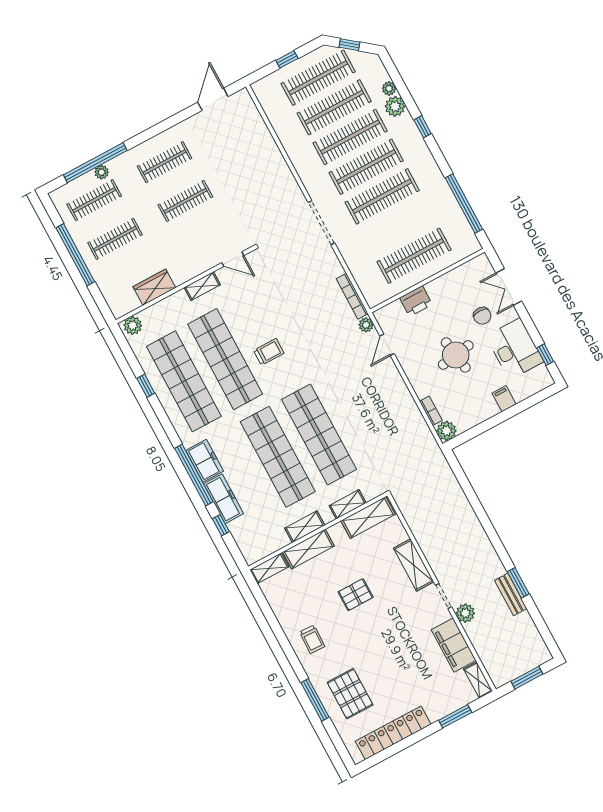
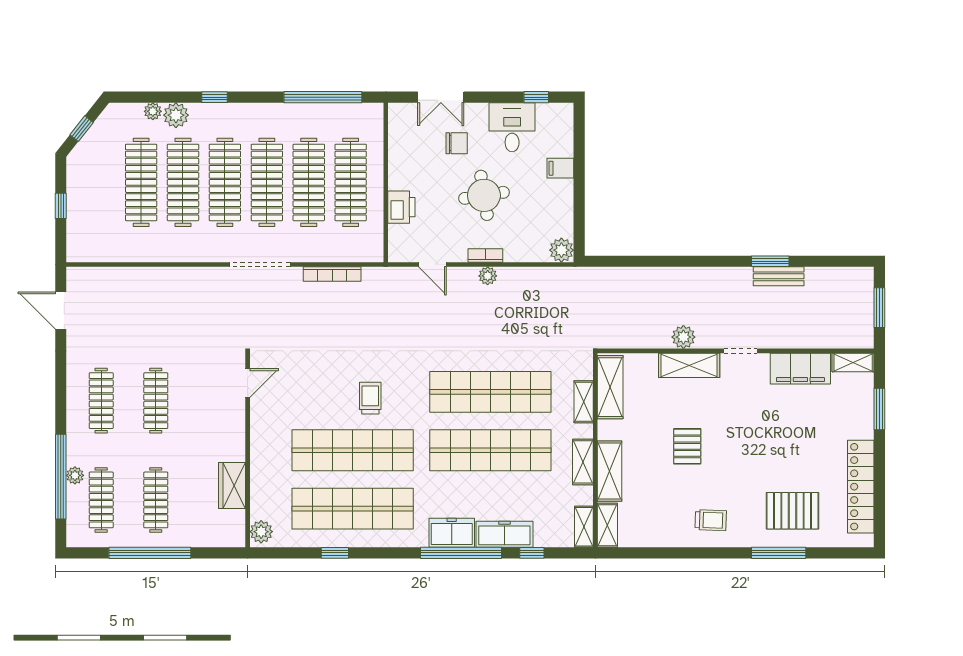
clothes rail: (318, 78) -> (309, 182), moved
shelving: (202, 286) -> (584, 527), moved
bookcase: (352, 296) -> (332, 274), moved
plant: (366, 325) -> (488, 276), moved
desk: (515, 349) -> (512, 127), width x0.73
bookcase: (431, 411) -> (485, 255), moved
plant: (465, 613) -> (683, 337), moved

